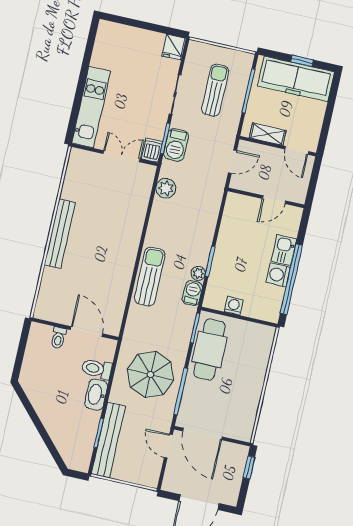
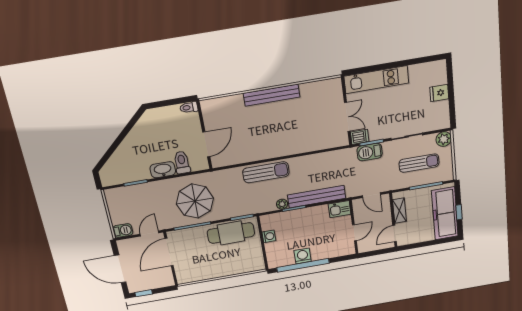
fridge: (173, 47) -> (439, 93), moved
plant: (166, 188) -> (444, 139), moved
door: (274, 200) -> (354, 233), swing flipped
kitchen sink: (284, 250) -> (339, 209), moved, turned 180
barbecue: (192, 293) -> (123, 231), moved
toilet: (58, 338) -> (189, 107), moved
bench: (108, 440) -> (317, 197), moved
window: (249, 467) -> (144, 293), moved

